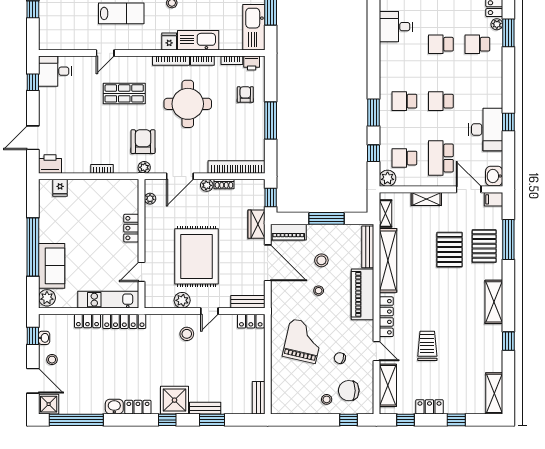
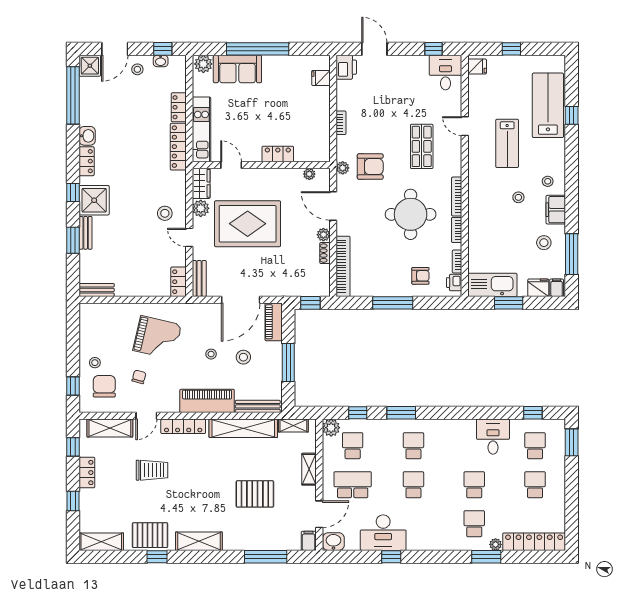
kitchen sink: (198, 40) -> (478, 225), removed
fridge: (169, 42) -> (477, 66), moved
wardrobe: (257, 224) -> (201, 183), moved, turned 90
pallet: (484, 246) -> (150, 535), moved

